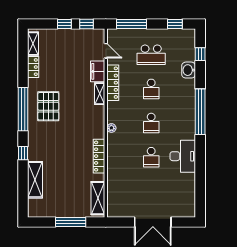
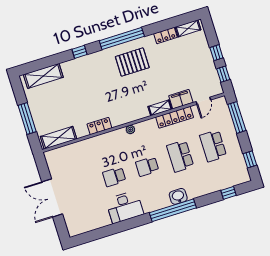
washbasin: (189, 70) -> (178, 196), moved
school desk: (151, 89) -> (180, 156), width x1.85
locker: (99, 156) -> (99, 126), width x0.66
shelving: (35, 180) -> (43, 76), moved

